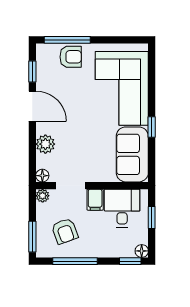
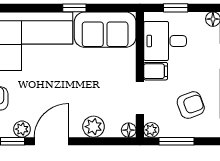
plant: (43, 80) -> (22, 129), added
window: (32, 237) -> (176, 141), moved

